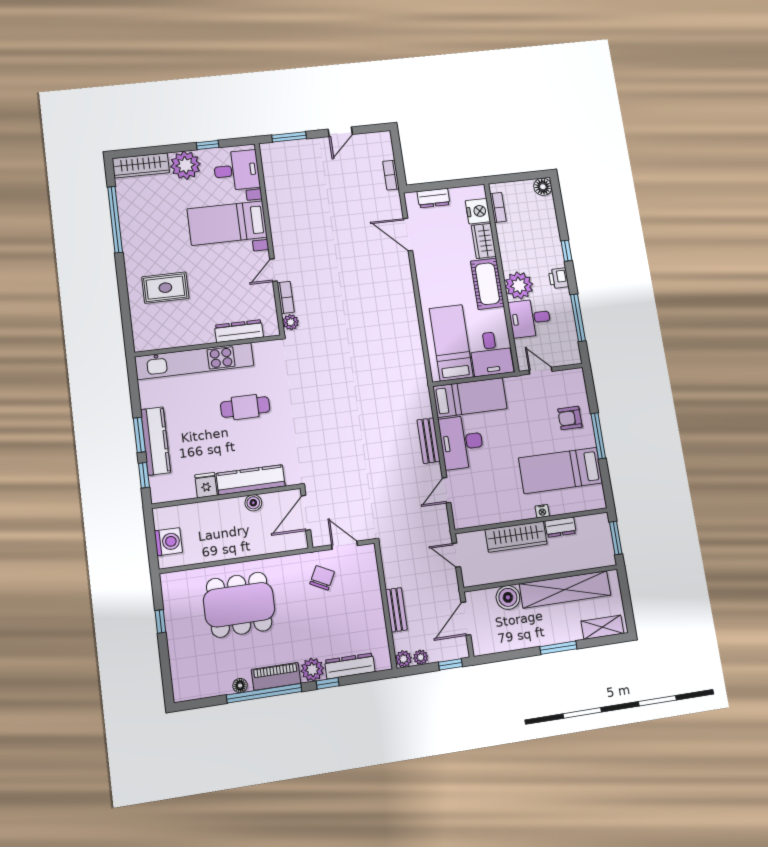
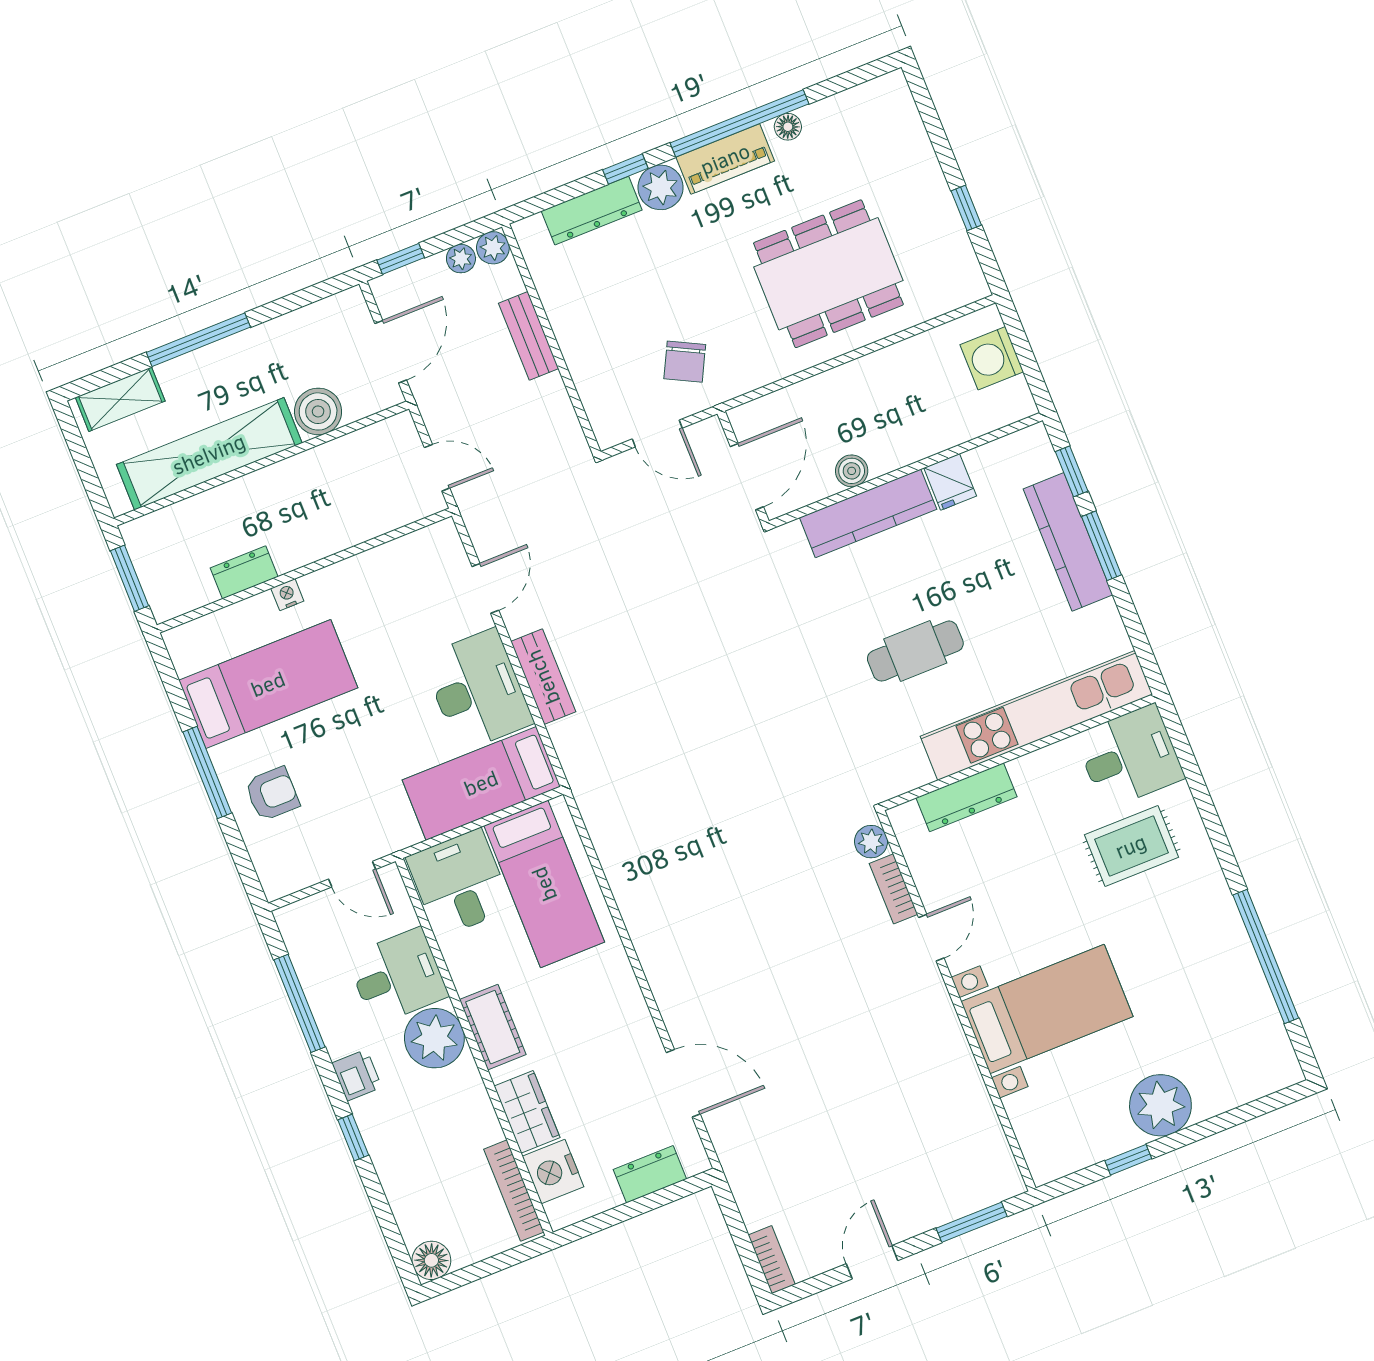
wardrobe: (141, 165) -> (1247, 1081), removed
desk: (237, 170) -> (1130, 757), moved, turned 180
bookcase: (391, 175) -> (772, 1260), moved
bookcase: (498, 207) -> (514, 1191), width x1.56
cot: (487, 284) -> (493, 1027), width x0.73, depth x0.75
wardrobe: (516, 537) -> (328, 532), removed
window: (558, 648) -> (198, 340), width x1.44

